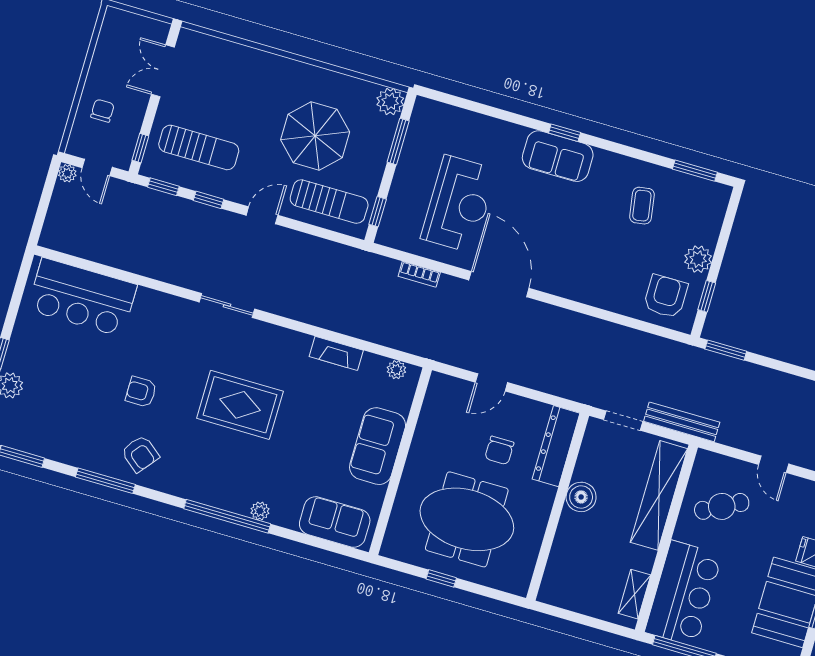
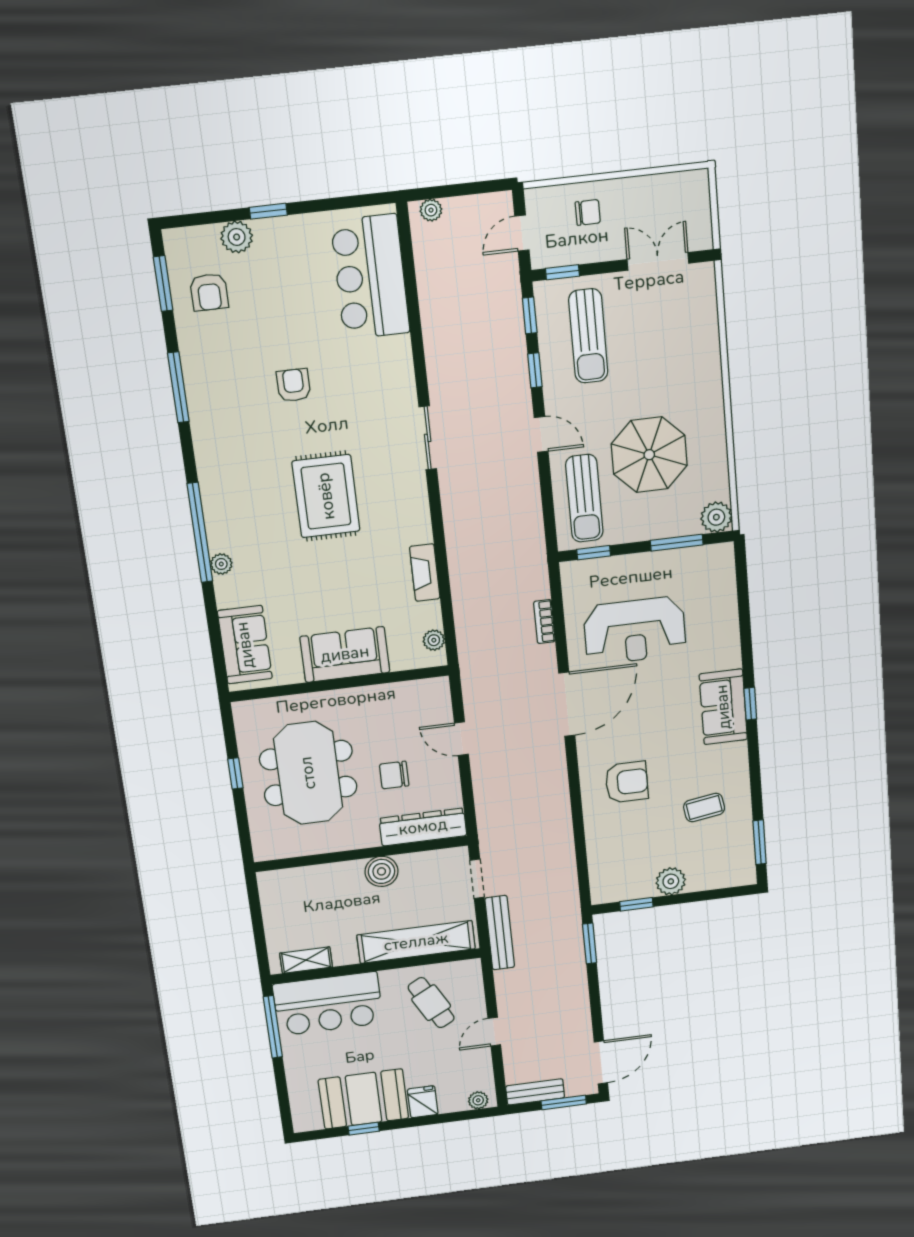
plant: (67, 173) -> (431, 210), moved
armchair: (666, 296) -> (627, 782), moved
armchair: (140, 454) -> (209, 292), moved, turned -39

